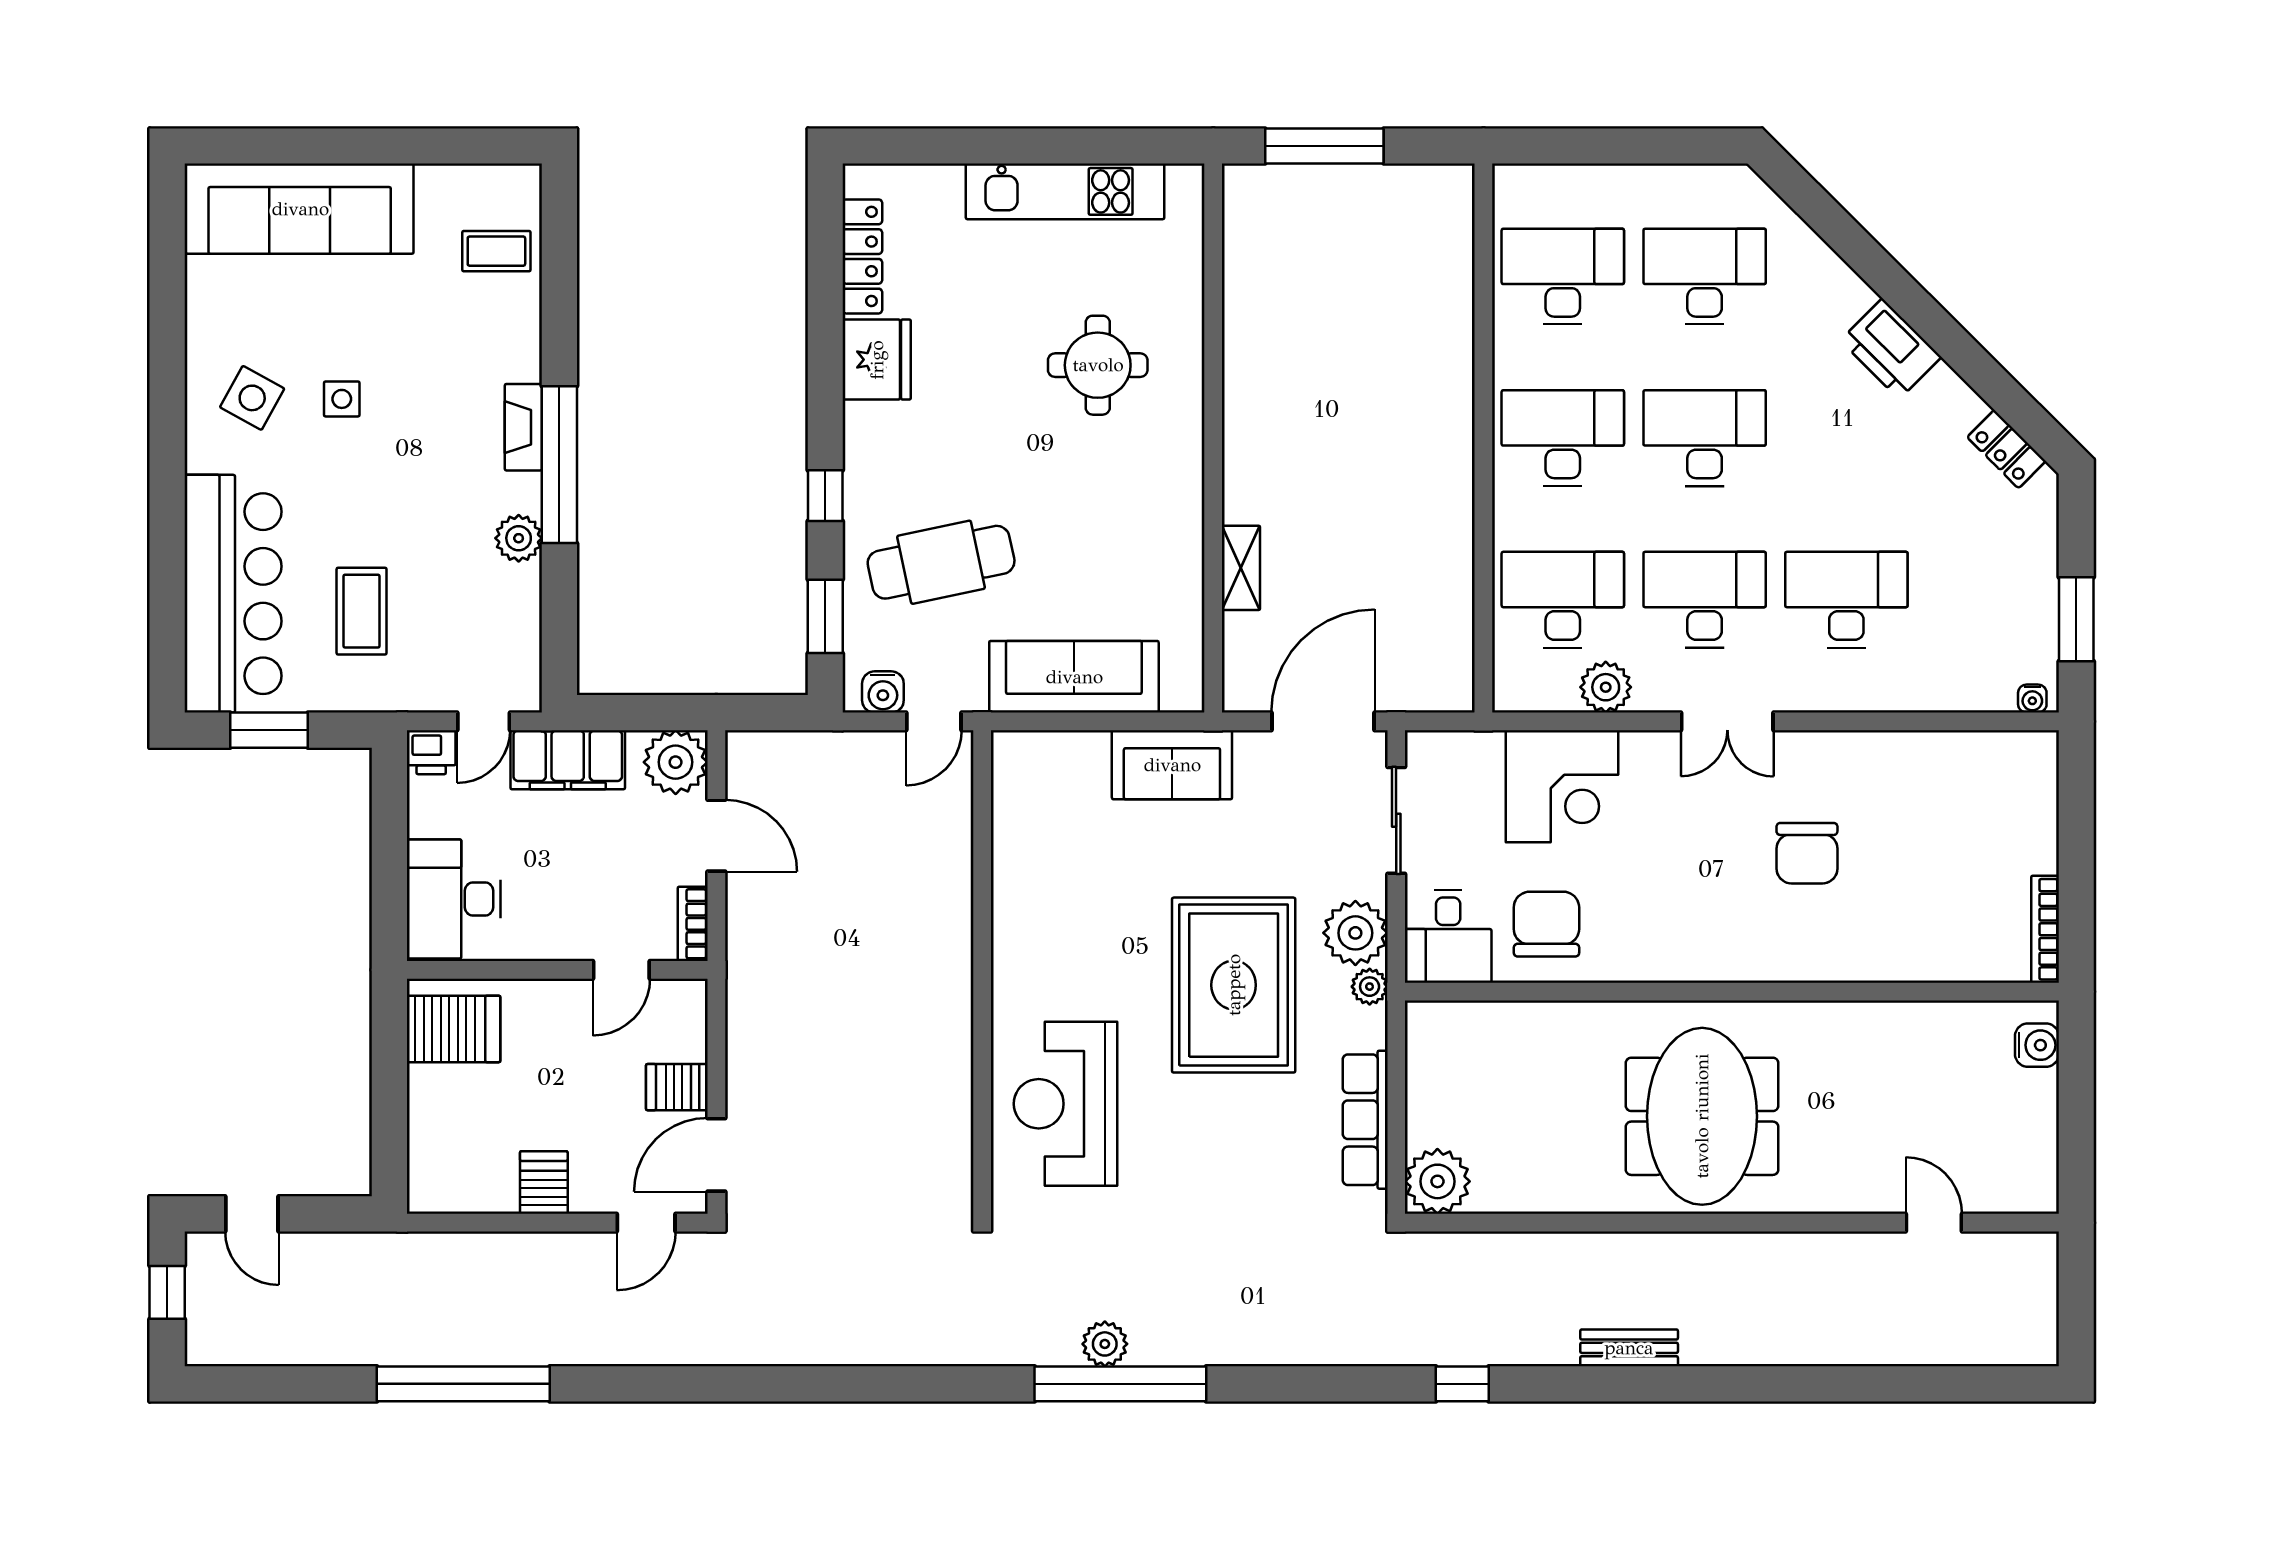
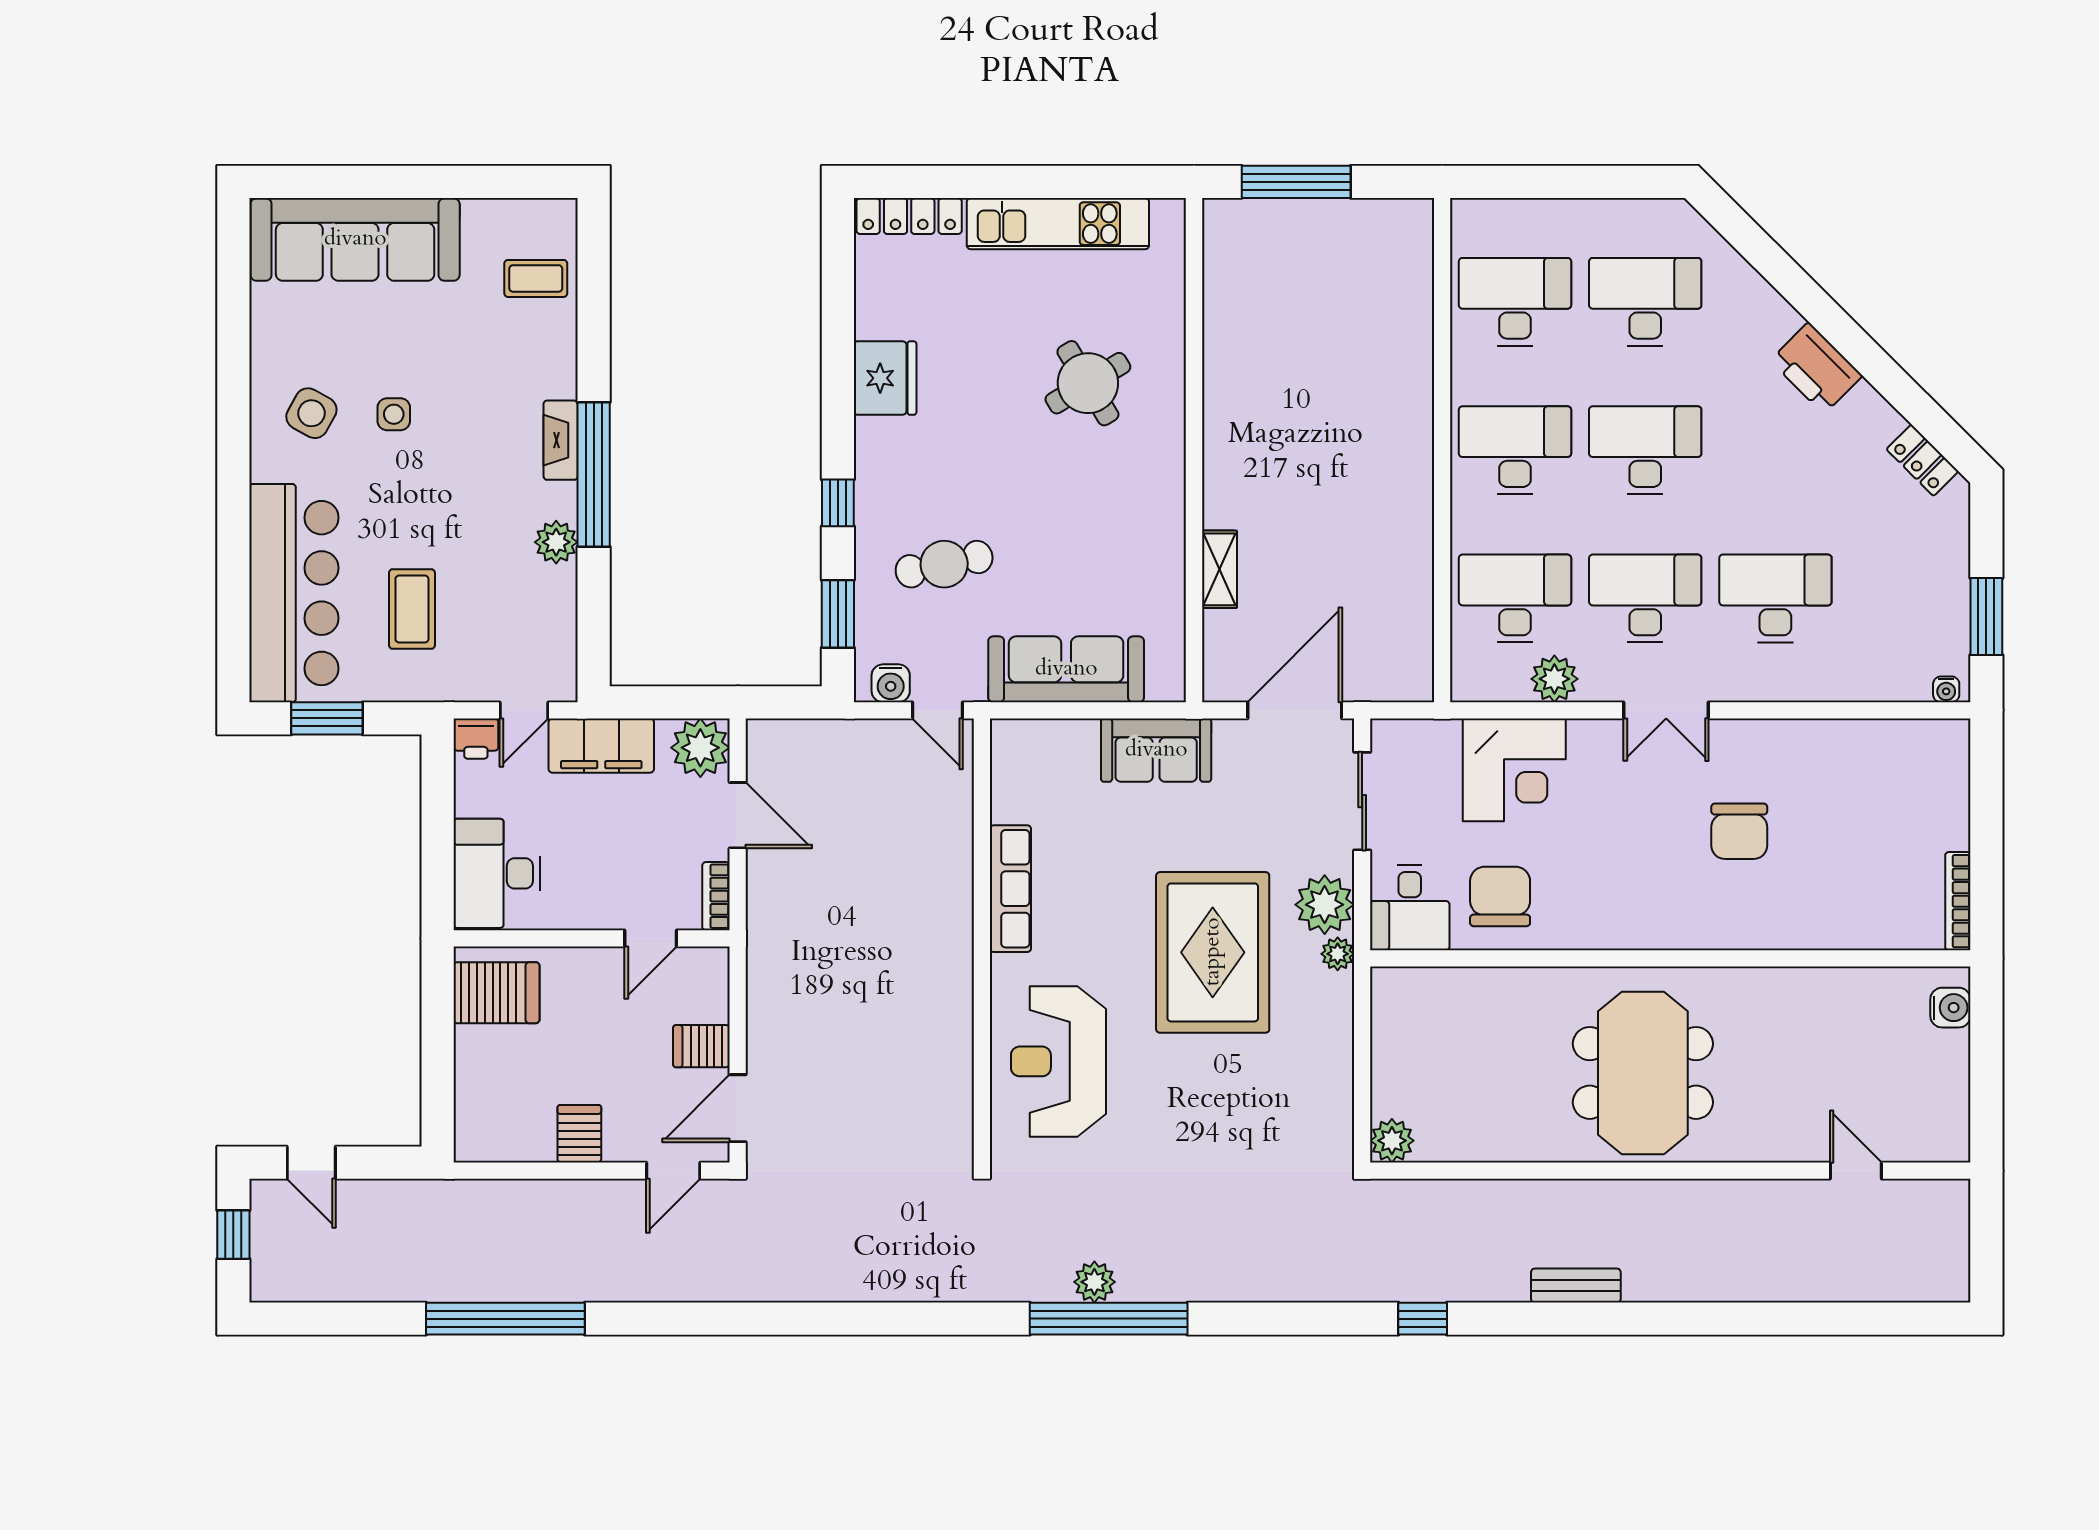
locker: (862, 256) -> (909, 216), moved, turned 90
round table: (1098, 365) -> (1088, 383), turned -31
cafe table: (941, 562) -> (944, 564), width x0.73, depth x0.74
door: (934, 721) -> (937, 710), hinge flipped
row of seats: (1365, 1120) -> (1010, 889), moved, turned 180
plant: (1437, 1181) -> (1392, 1141), width x0.73, depth x0.73

